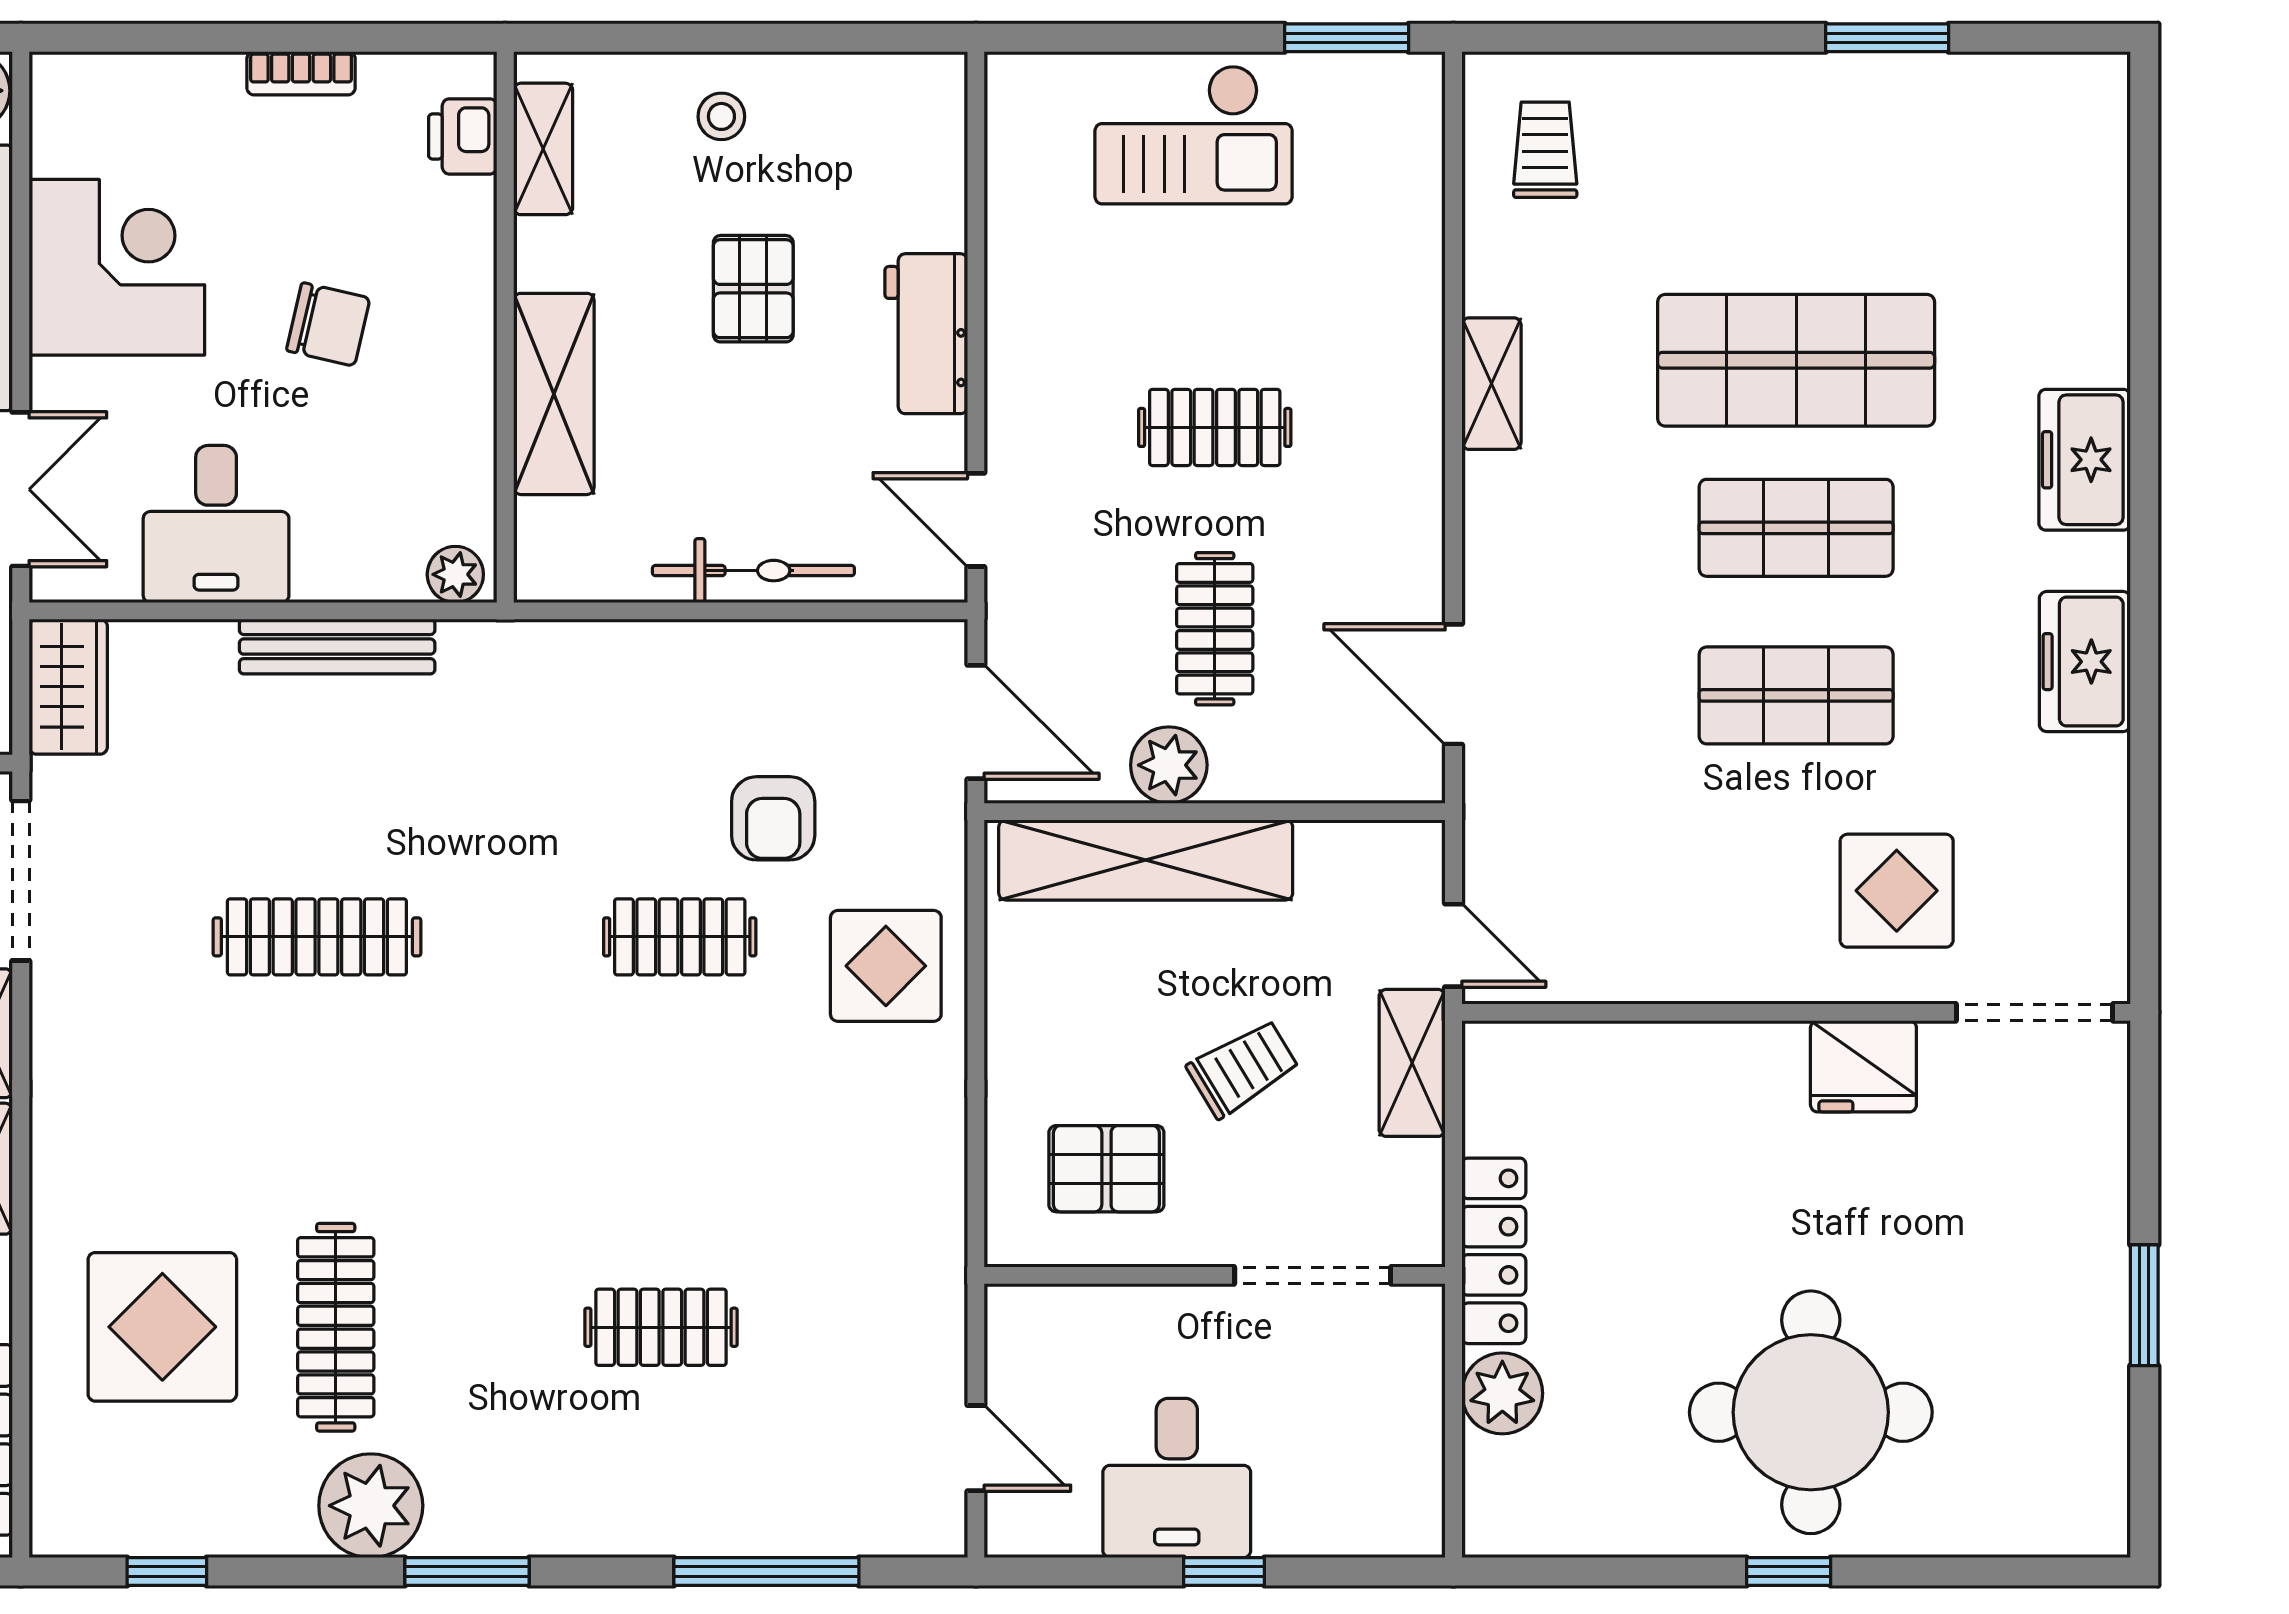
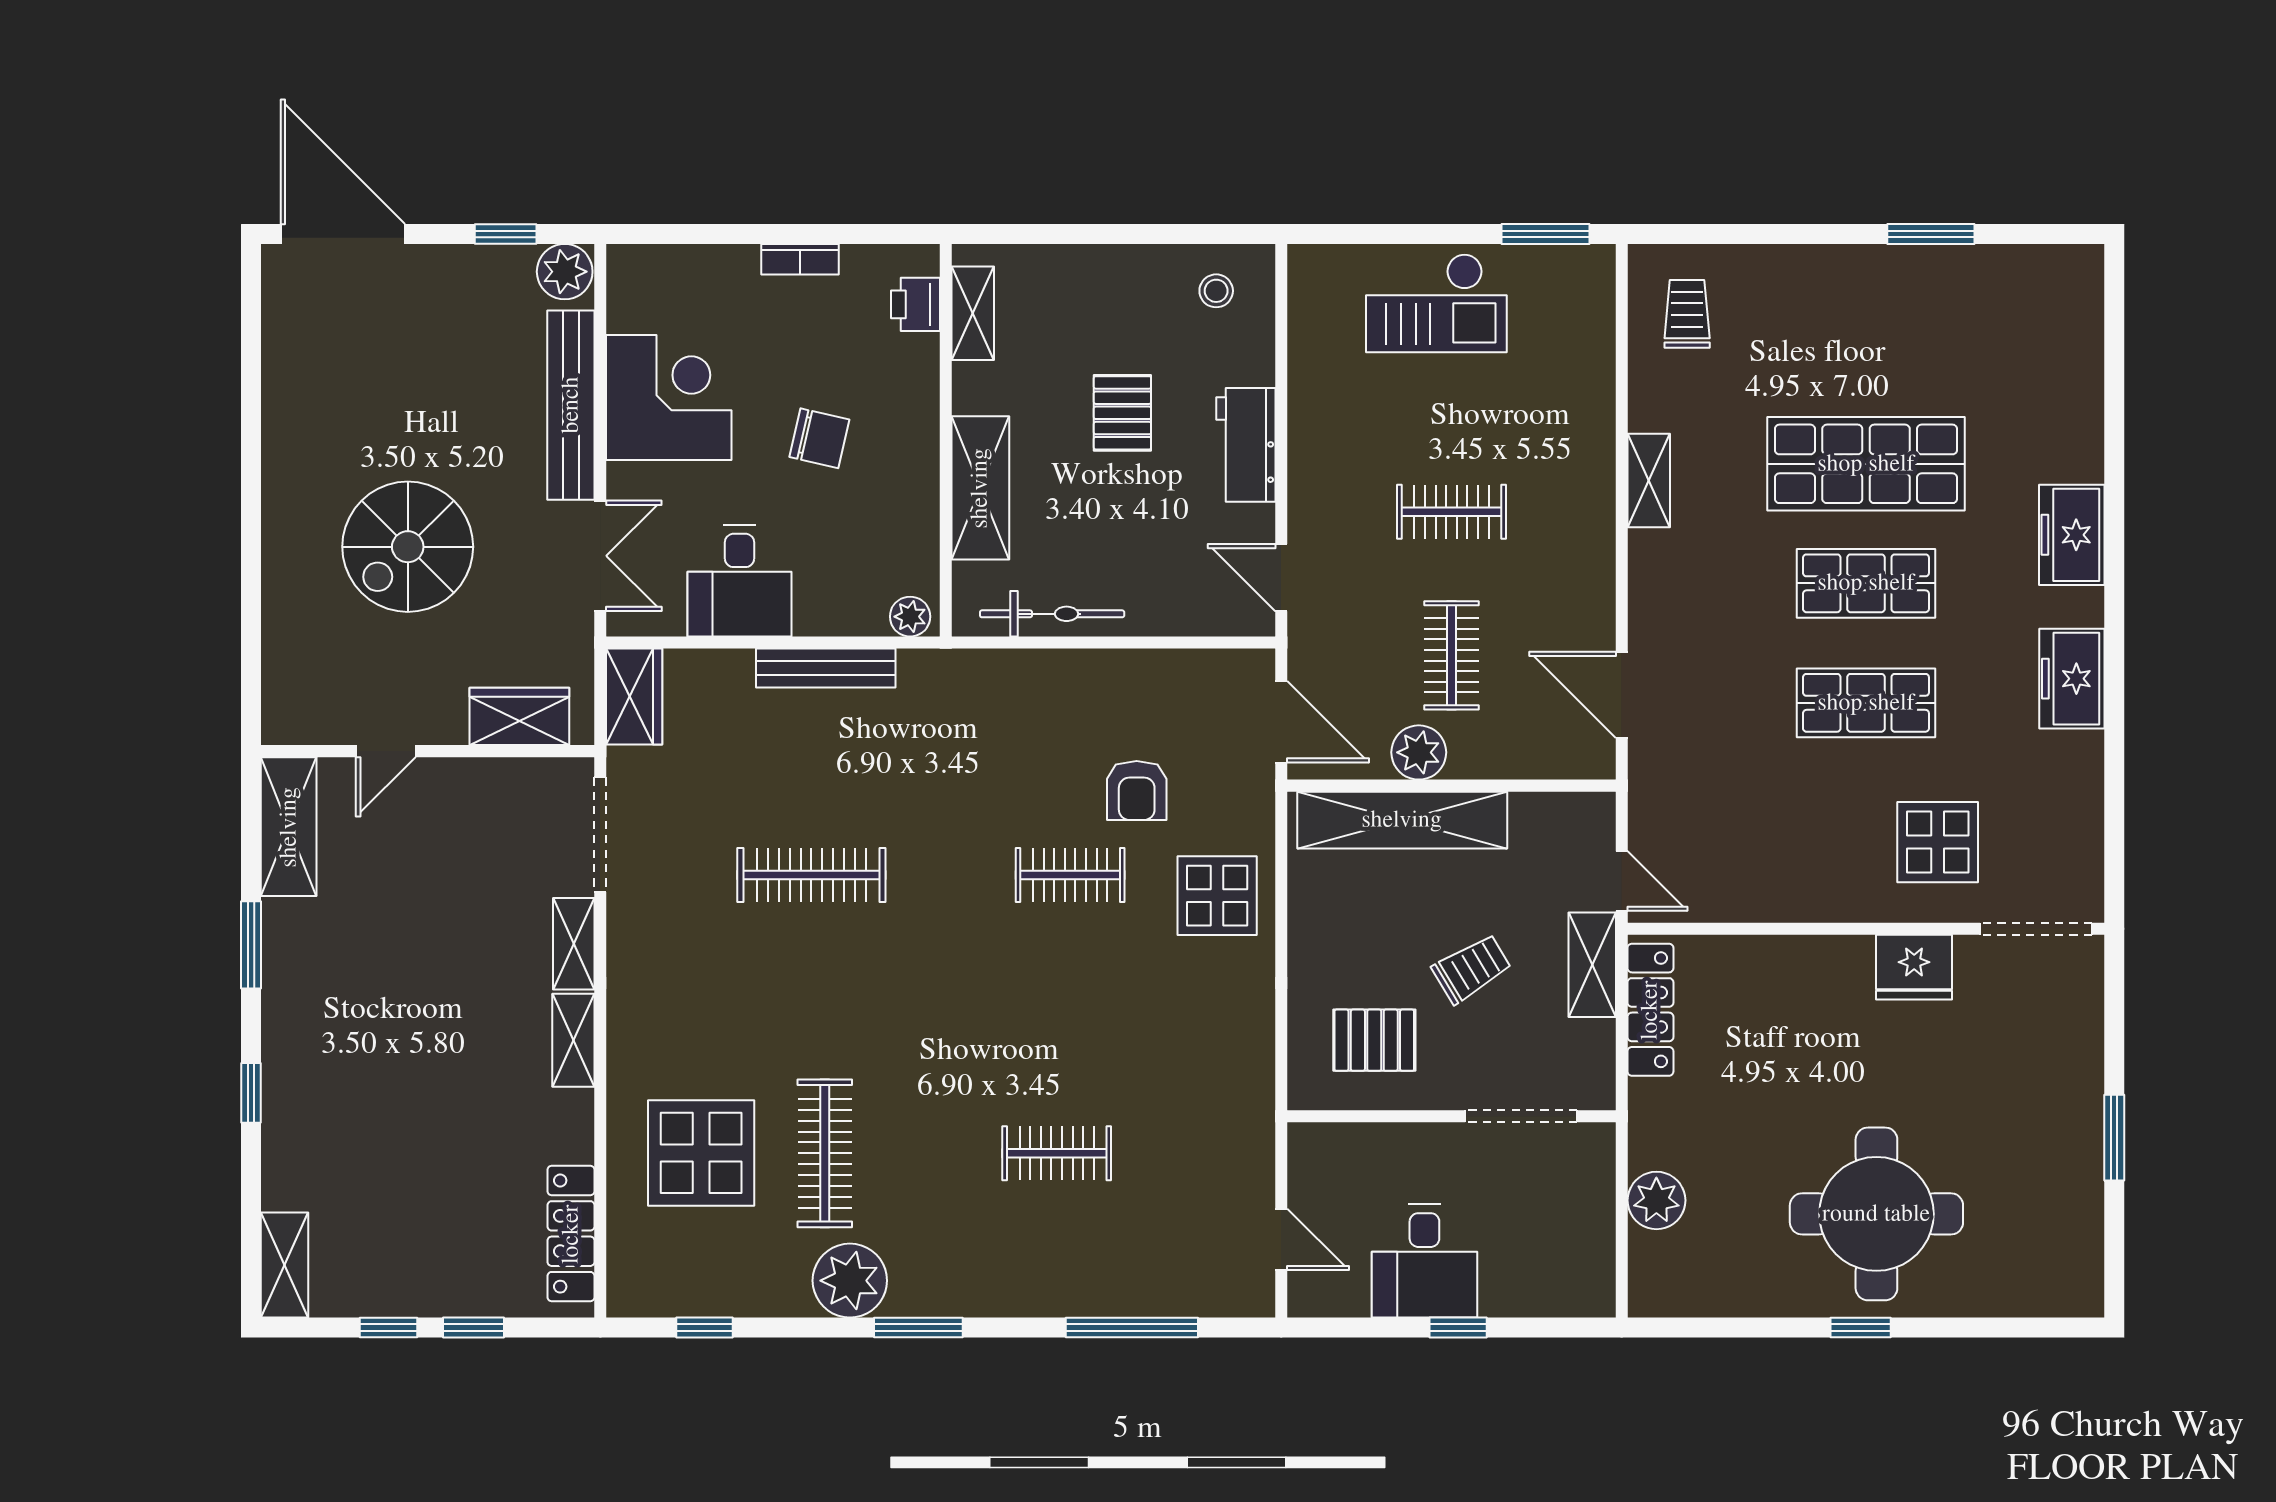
stool: (721, 116) -> (1216, 291), moved
bicycle: (753, 571) -> (1052, 614), moved
locker: (1494, 1251) -> (1650, 1010), moved

